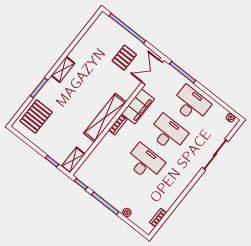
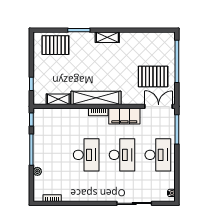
pallet: (124, 58) -> (153, 77), width x1.50, depth x1.42
shelving: (73, 160) -> (58, 99), moved

